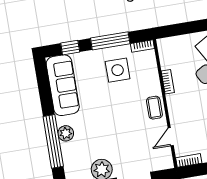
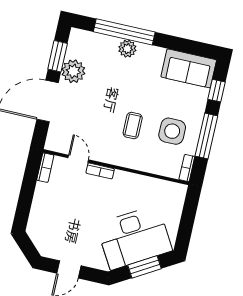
bookcase: (168, 82) -> (100, 171), moved
sofa: (63, 85) -> (189, 68), width x0.73
coffee table: (154, 108) -> (133, 126), moved, turned 90

